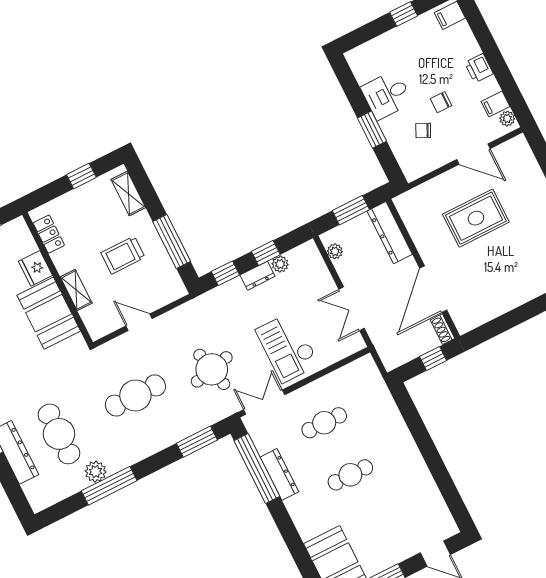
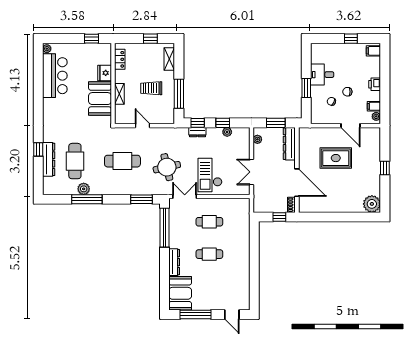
dresser: (258, 276) -> (197, 132), moved
door: (433, 289) -> (297, 183), swing flipped
dresser: (279, 474) -> (174, 262), moved

